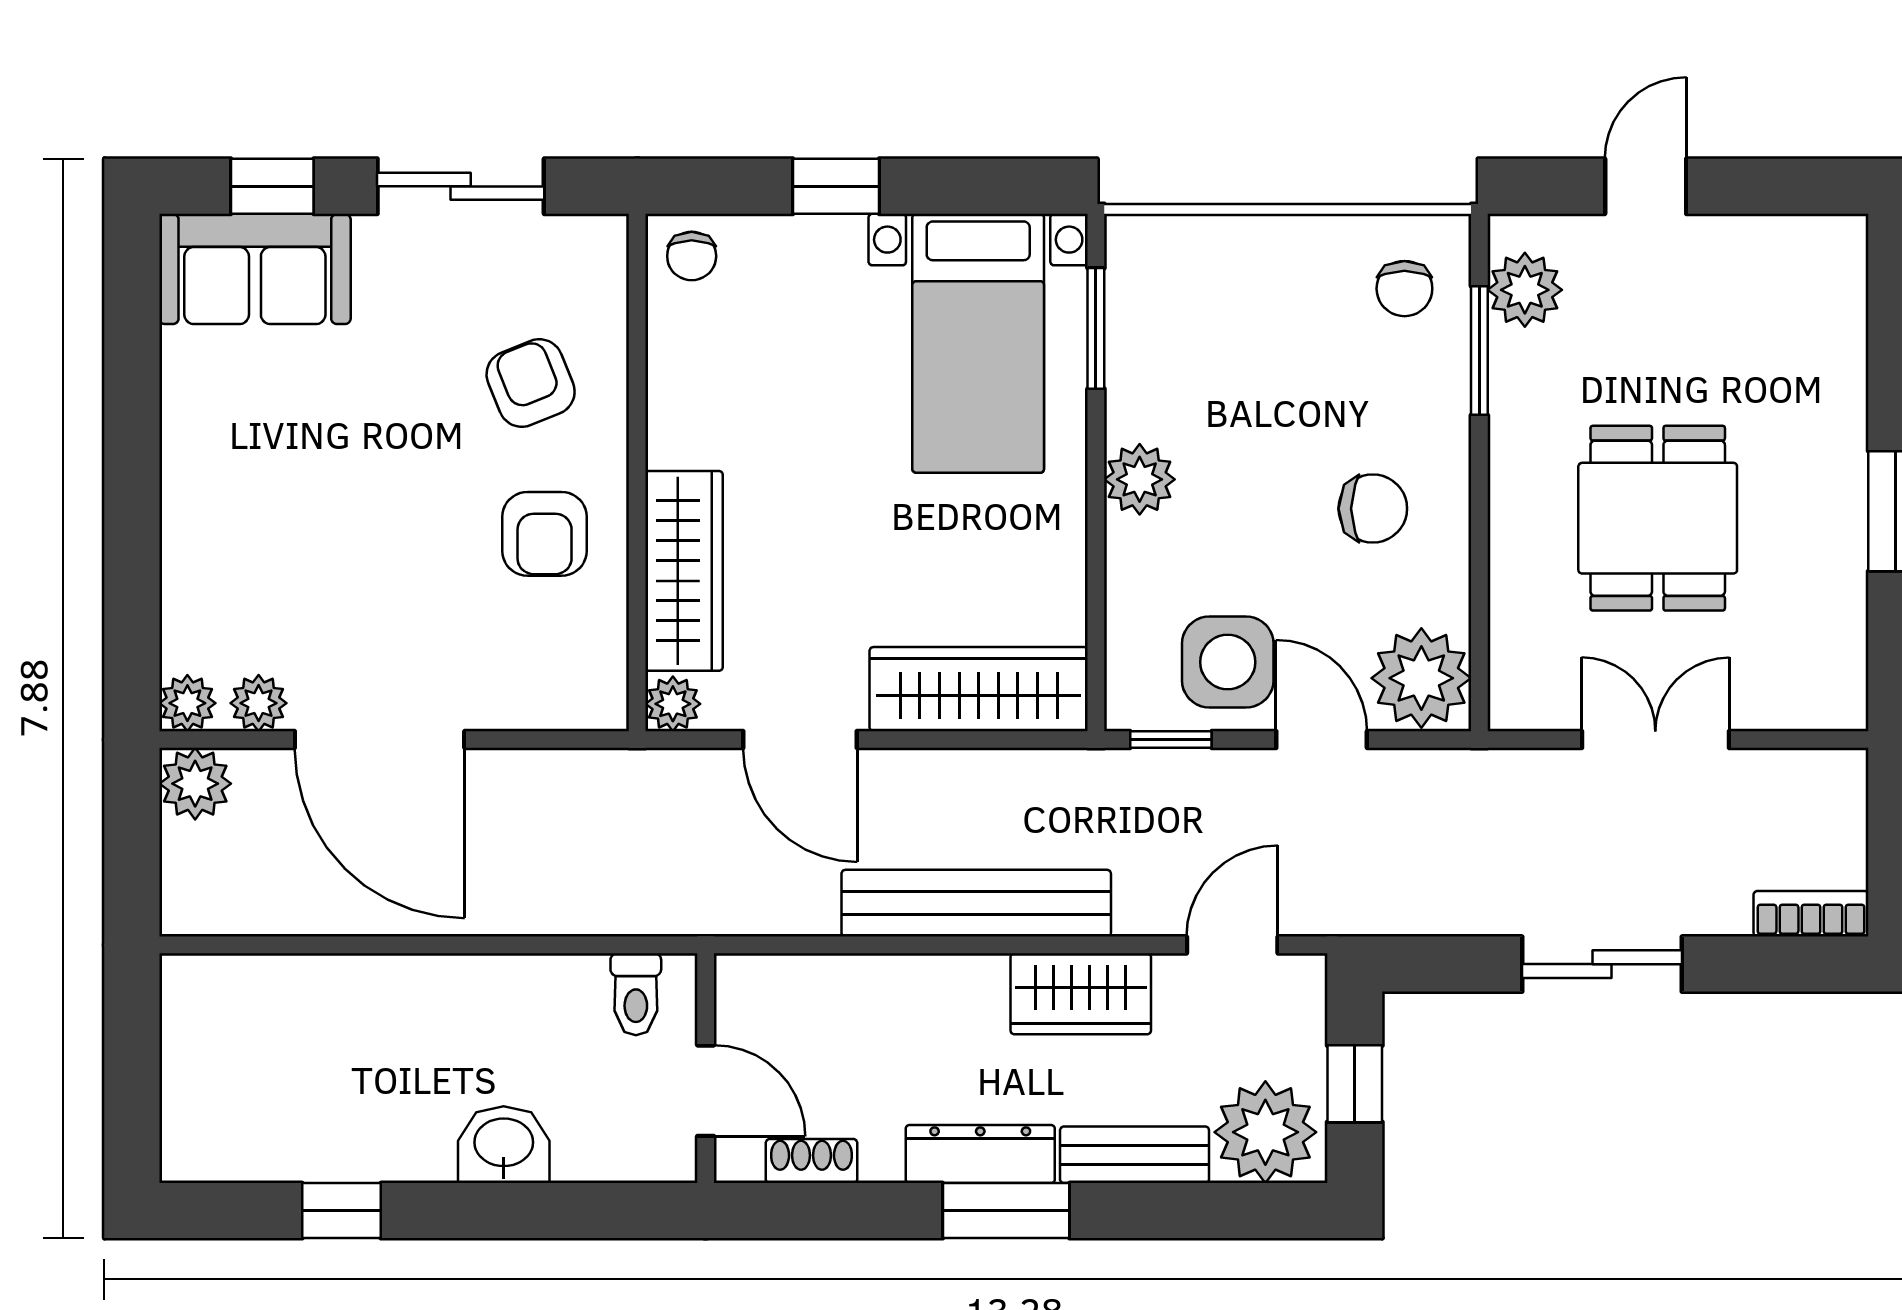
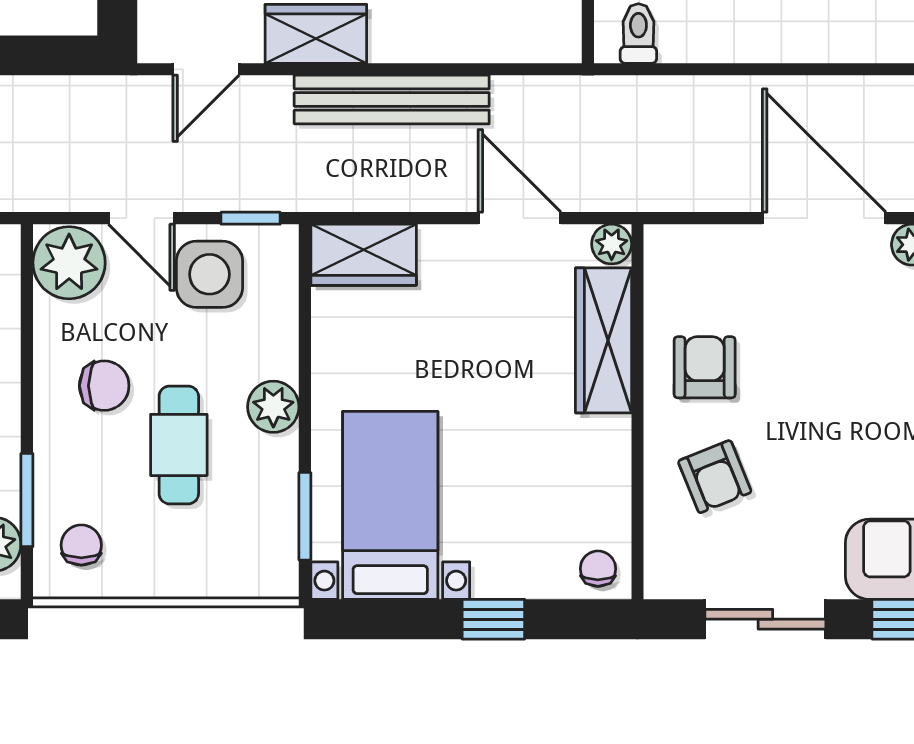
cafe table: (1270, 427) -> (179, 445), added
chair: (1373, 509) -> (104, 386), turned 180
wardrobe: (979, 689) -> (364, 255), width x0.67

